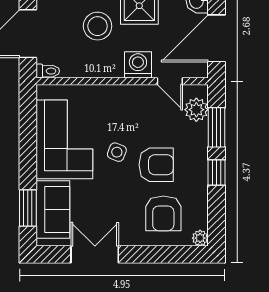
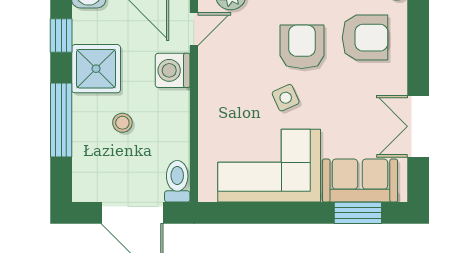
stool: (98, 26) -> (122, 123), width x0.53, depth x0.53
toilet: (48, 71) -> (177, 181), width x1.37, depth x1.39
side table: (117, 152) -> (286, 98), turned 45

